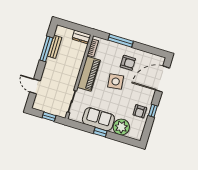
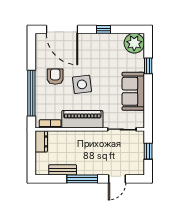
window: (121, 41) -> (31, 93), width x1.46
window: (46, 49) -> (82, 179), moved
armchair: (140, 111) -> (109, 45), removed
plant: (121, 127) -> (134, 43), moved
window: (100, 132) -> (148, 66), moved

